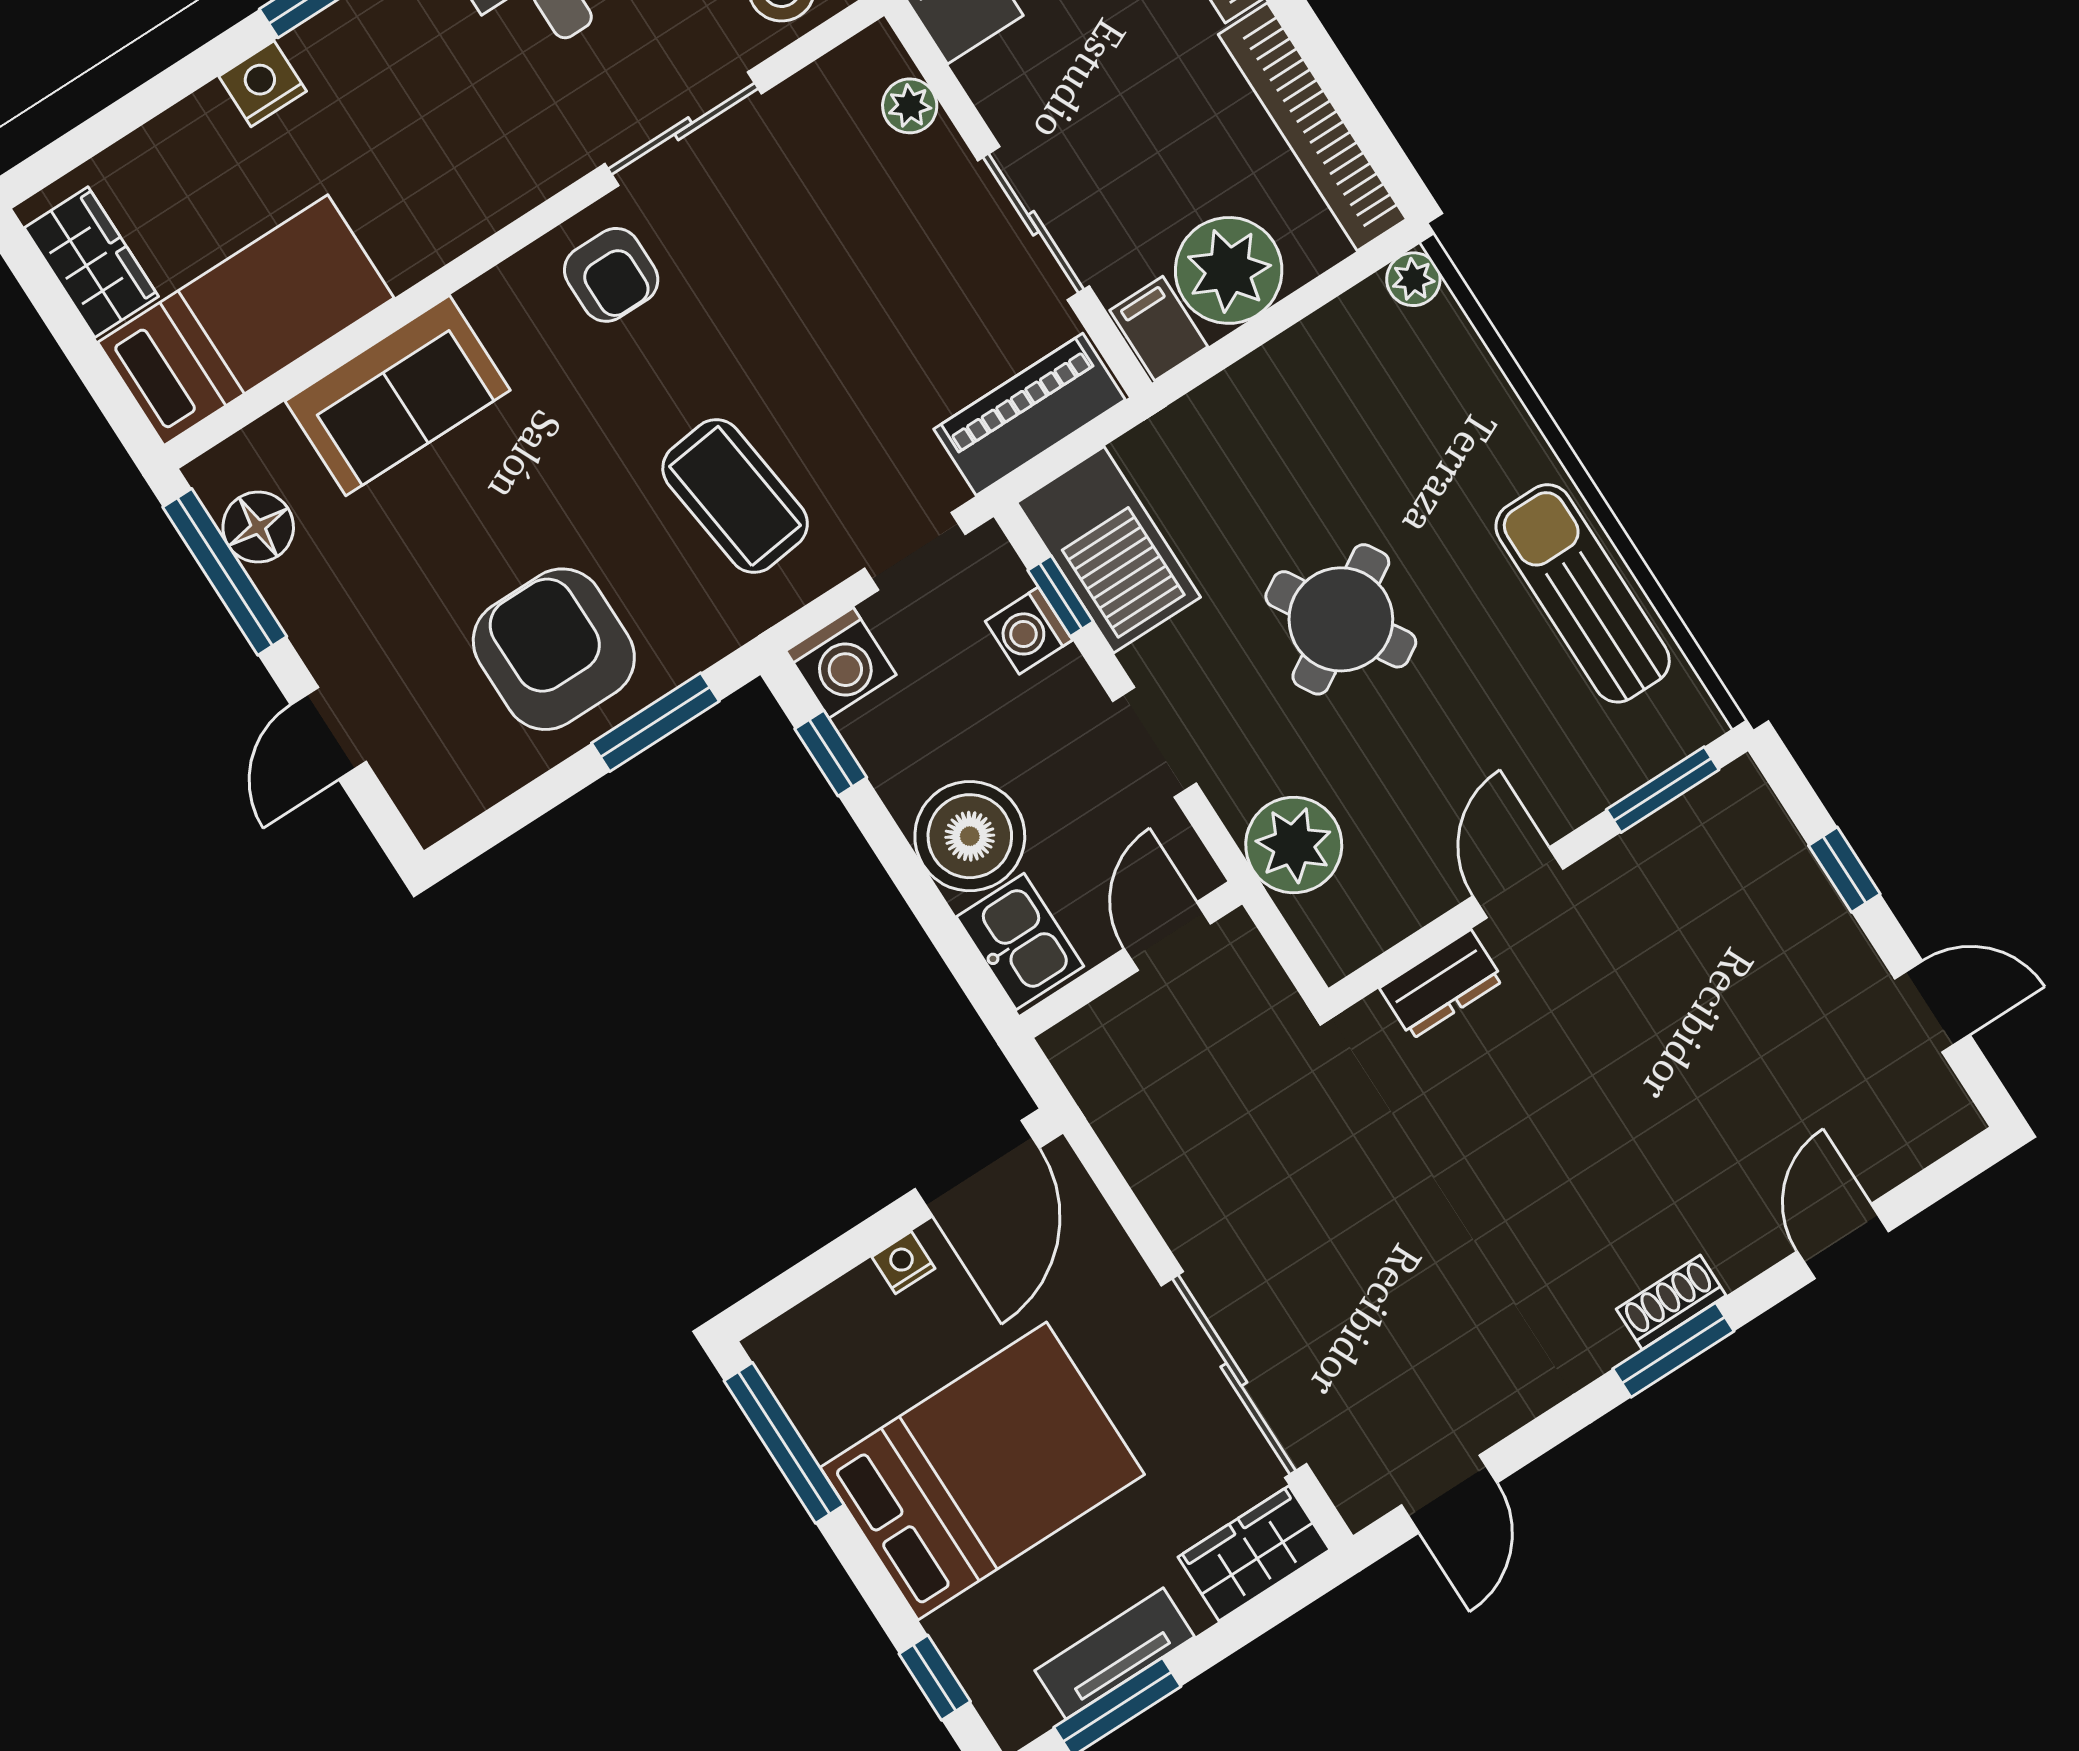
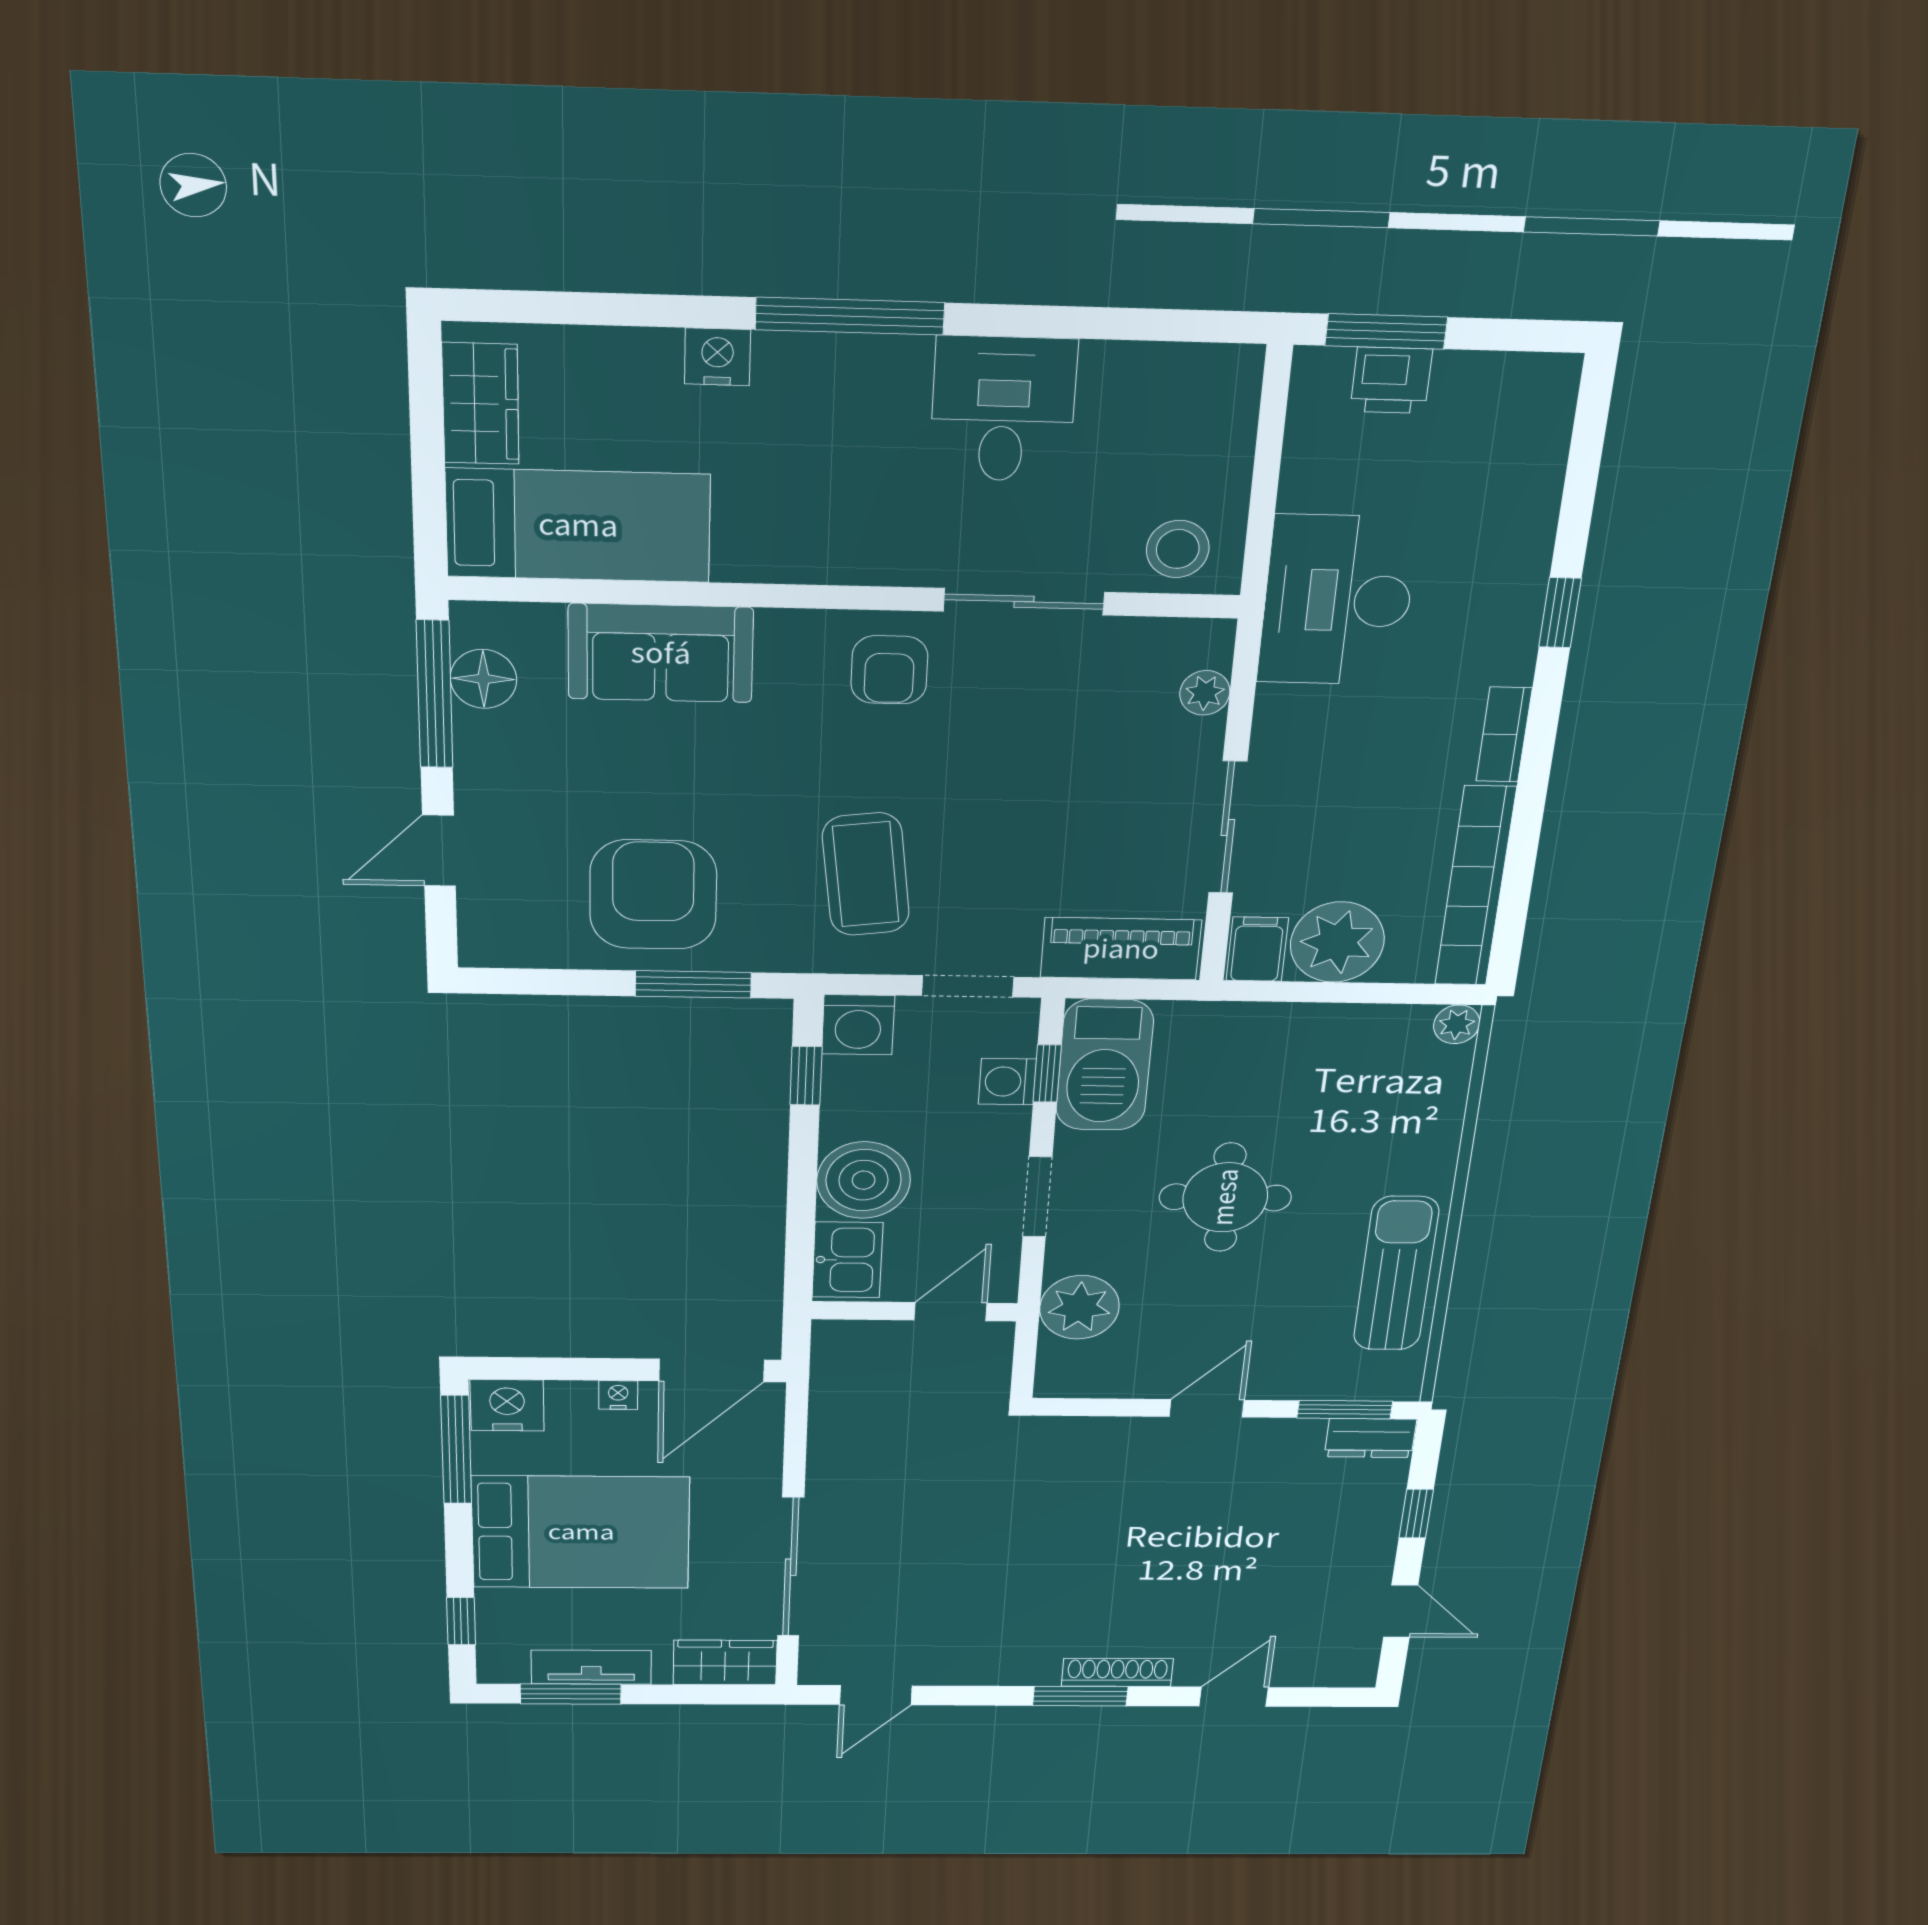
round table: (1341, 619) -> (1225, 1197), turned 31
dresser: (1441, 984) -> (1370, 1438), moved
shoe rack: (1671, 1302) -> (1117, 1672), width x1.43
nightstand: (799, 1350) -> (507, 1405), added

